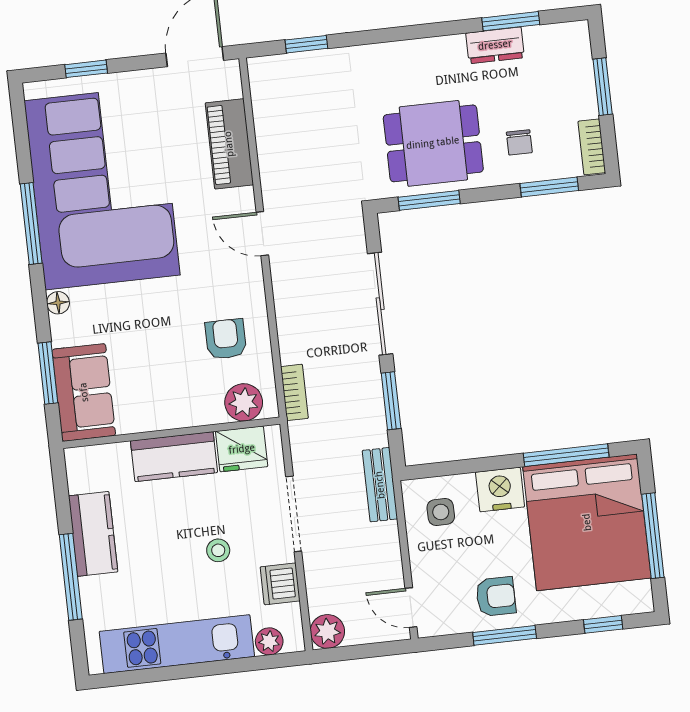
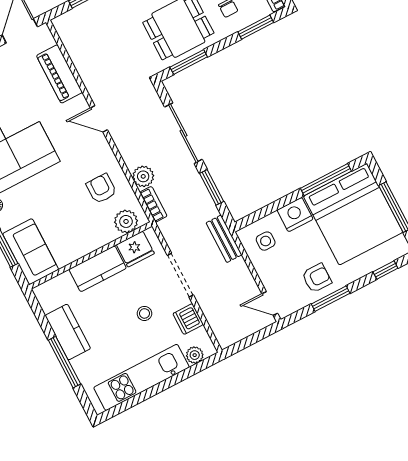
plant: (327, 631) -> (143, 176), moved

